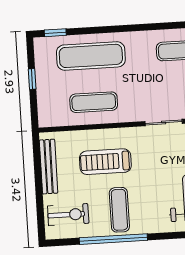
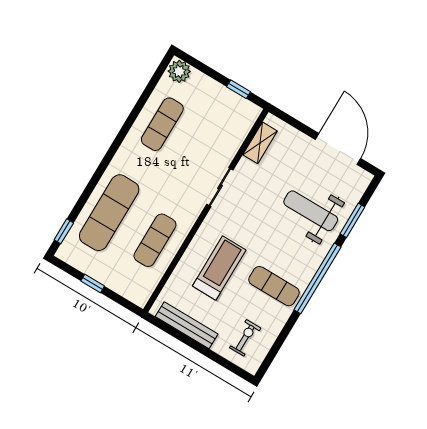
treadmill: (105, 162) -> (219, 268), turned 180
exercise bike: (68, 215) -> (245, 338), width x0.73, depth x0.72
window: (113, 239) -> (317, 278), moved

